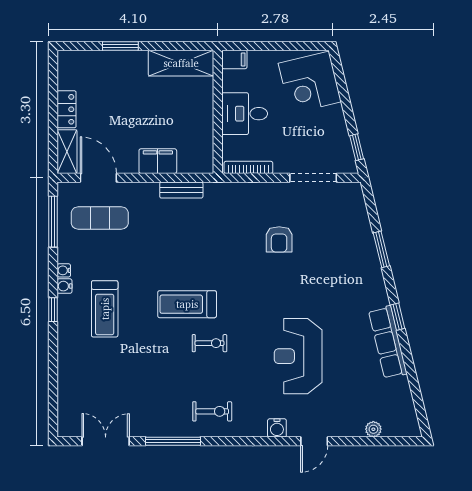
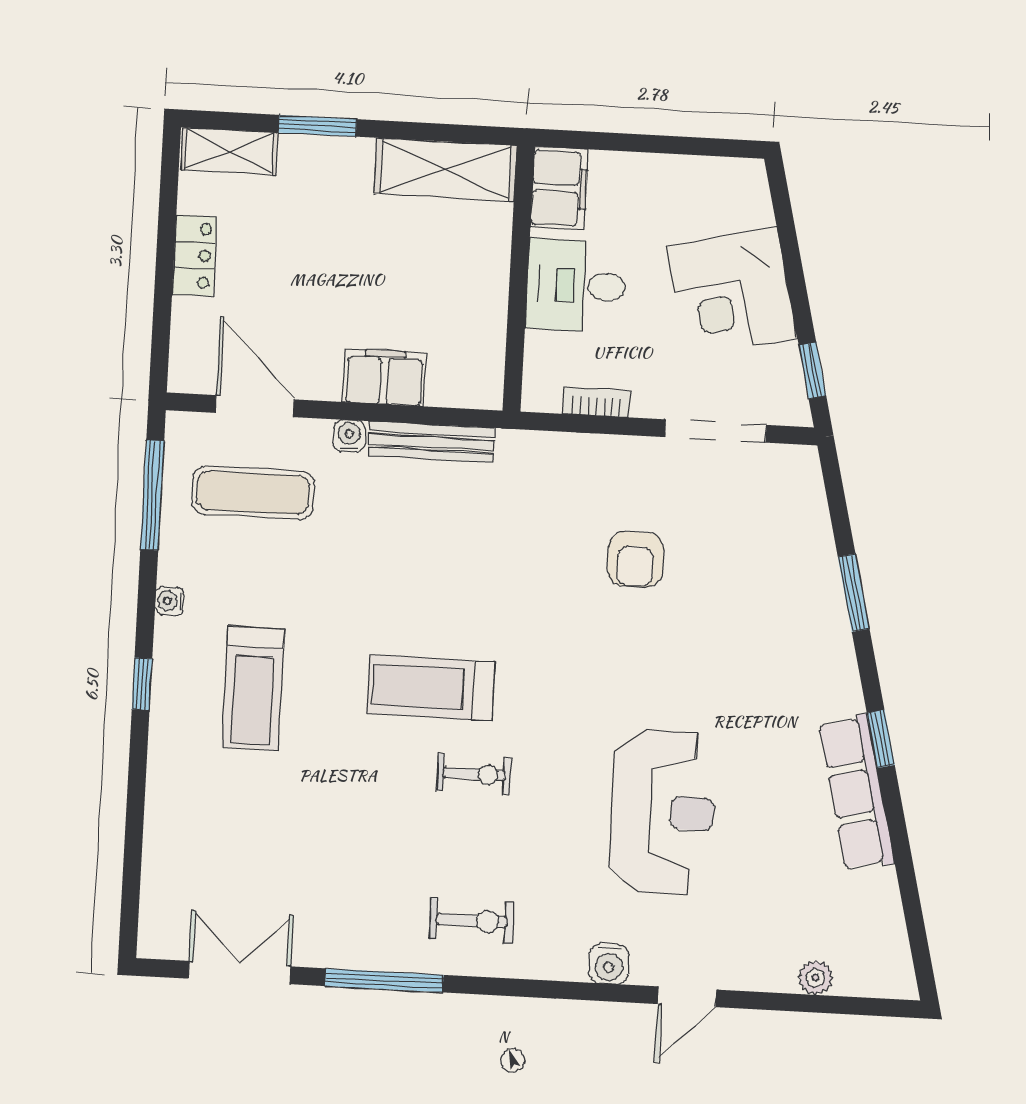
filing cabinet: (234, 59) -> (559, 188), width x2.00
corner desk: (310, 83) -> (732, 293), moved
shelving: (67, 152) -> (229, 151), moved, turned 90
bookcase: (248, 167) -> (597, 402), width x0.64
bench: (181, 190) -> (431, 442), width x1.36
water cooler: (64, 286) -> (349, 436), moved, turned 90
reception desk: (298, 356) -> (663, 812), turned 180

